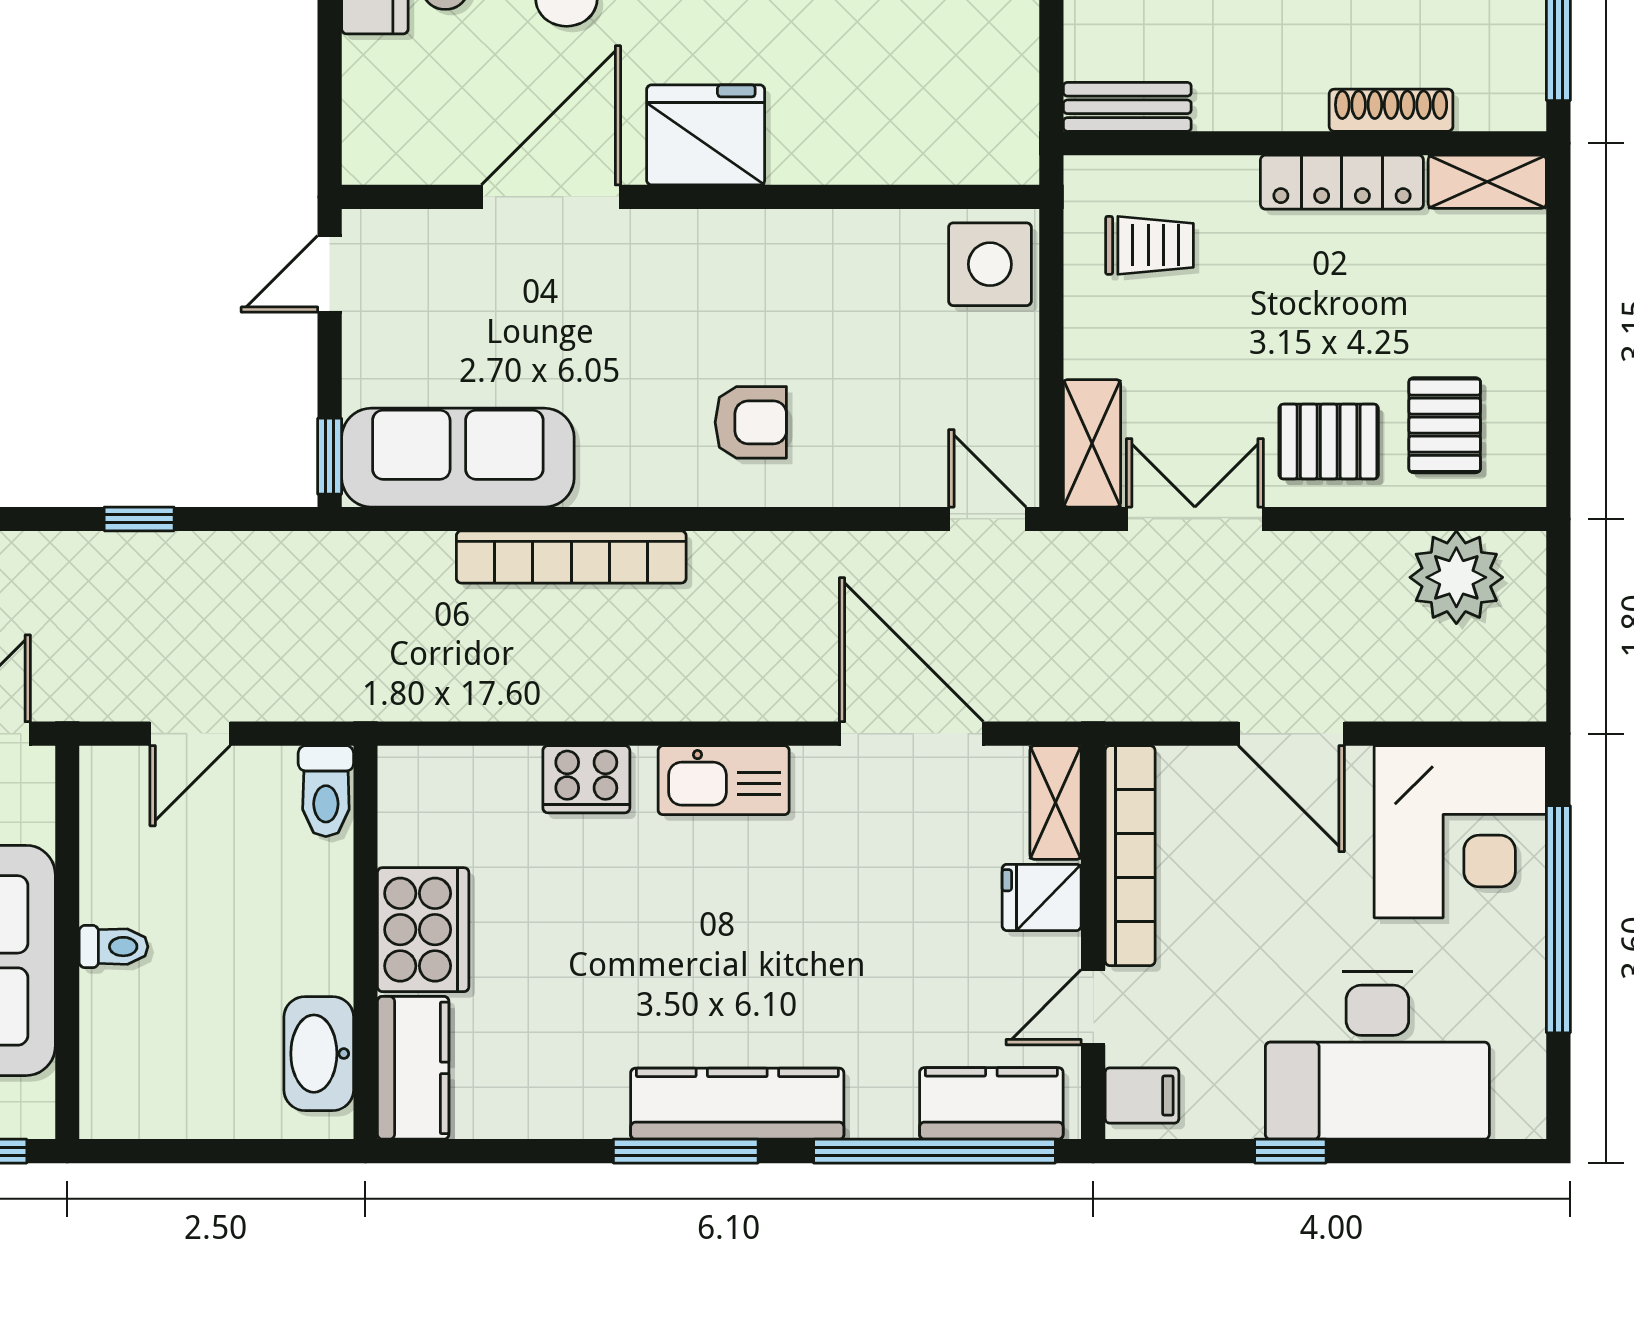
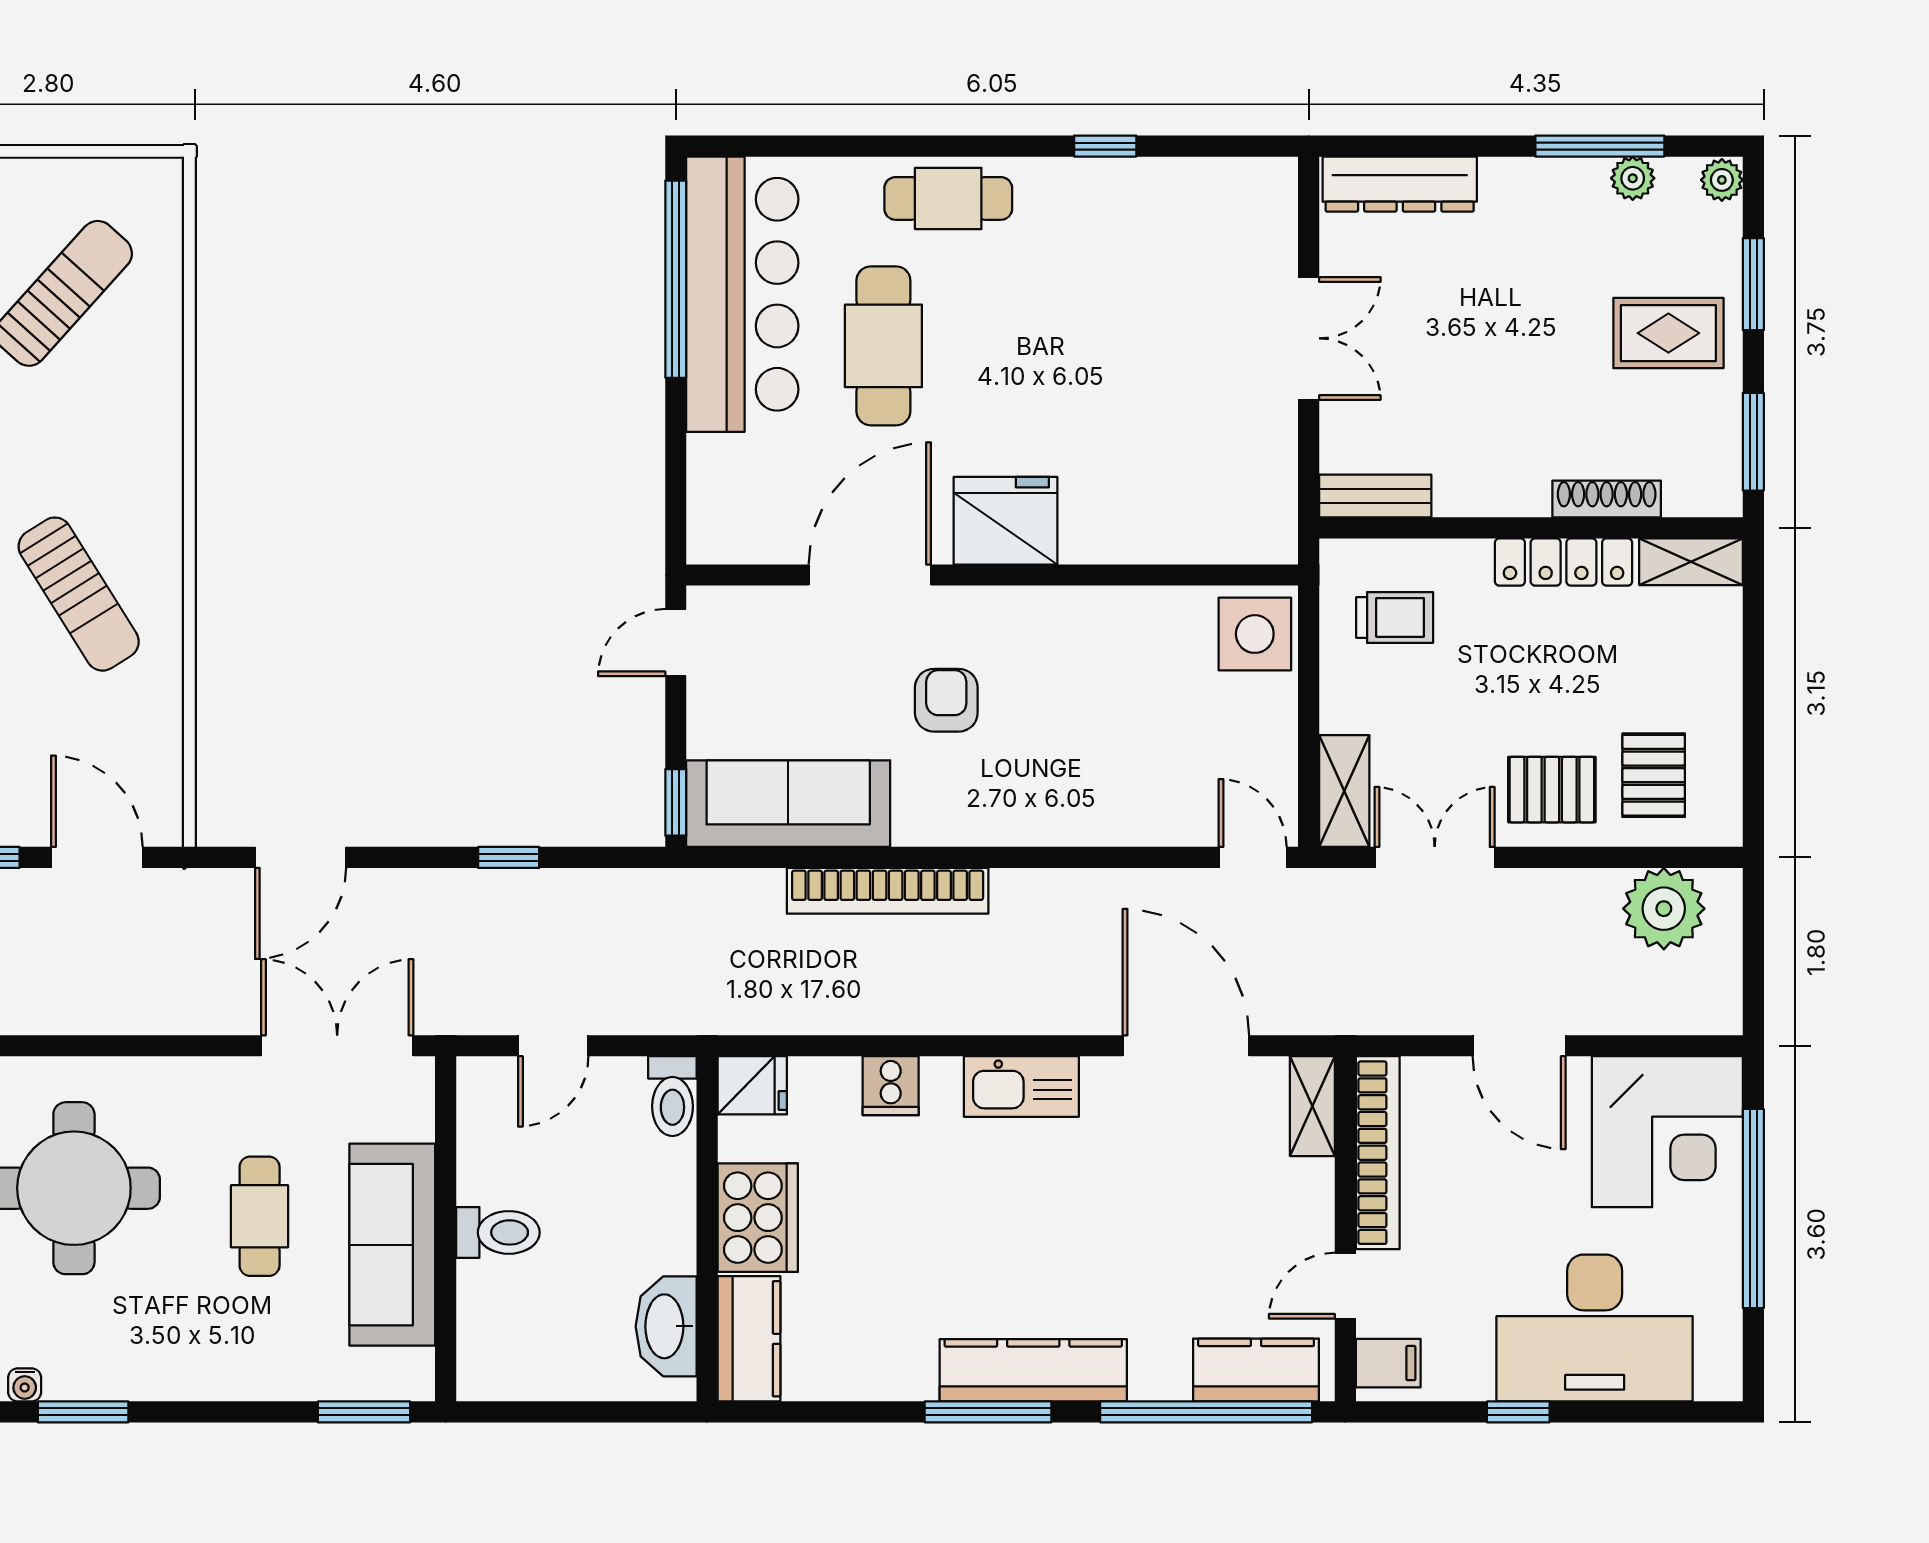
armchair: (751, 422) -> (946, 700), moved, turned -90
cooker: (586, 779) -> (891, 1086), width x0.73
fridge: (1042, 897) -> (752, 1085), moved, turned 180
toilet: (114, 947) -> (498, 1232), width x1.37, depth x1.39

